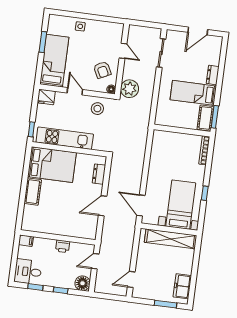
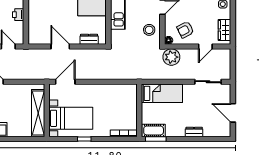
wardrobe: (108, 28) -> (225, 30), added
bed: (193, 93) -> (162, 93), moved, turned 90

